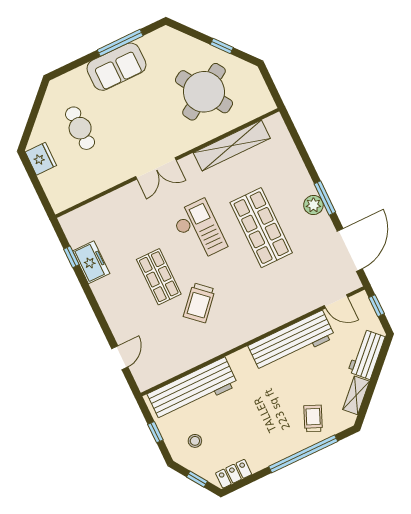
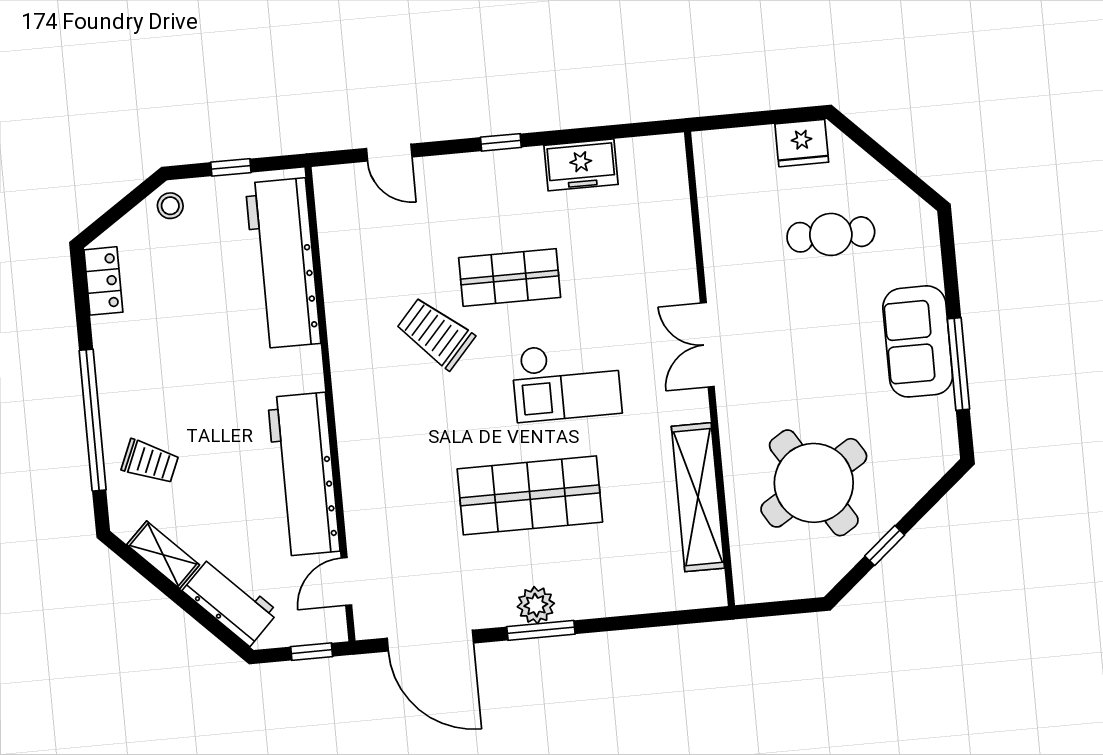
window: (71, 257) -> (501, 142), moved
stool: (195, 441) -> (170, 206), moved
window: (197, 479) -> (118, 211), removed

